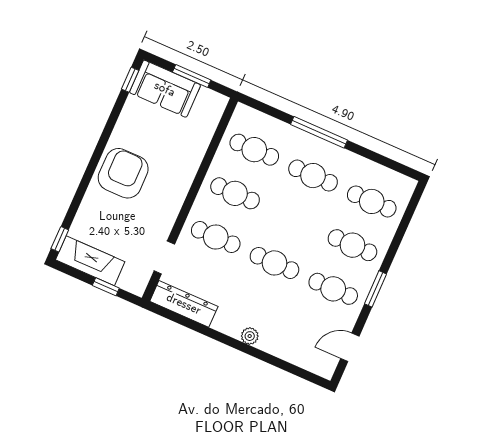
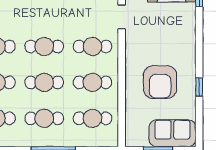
window: (130, 80) -> (199, 87), moved
armchair: (123, 173) -> (160, 82), moved
cafe table: (294, 219) -> (44, 82), added

